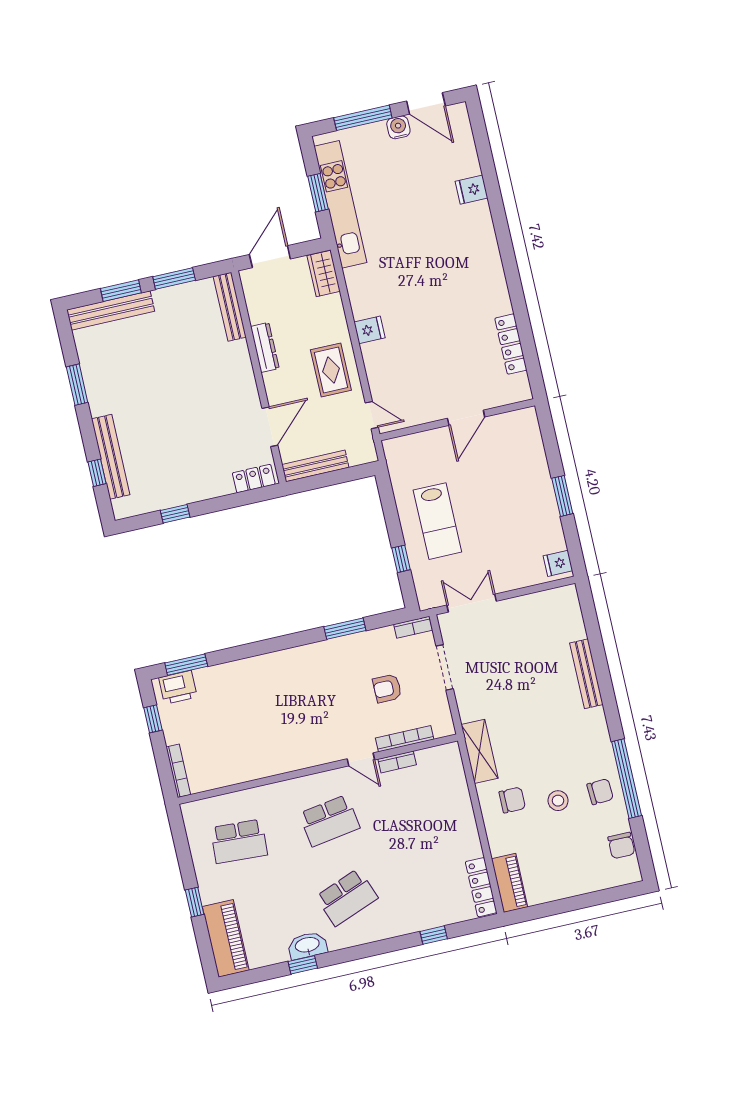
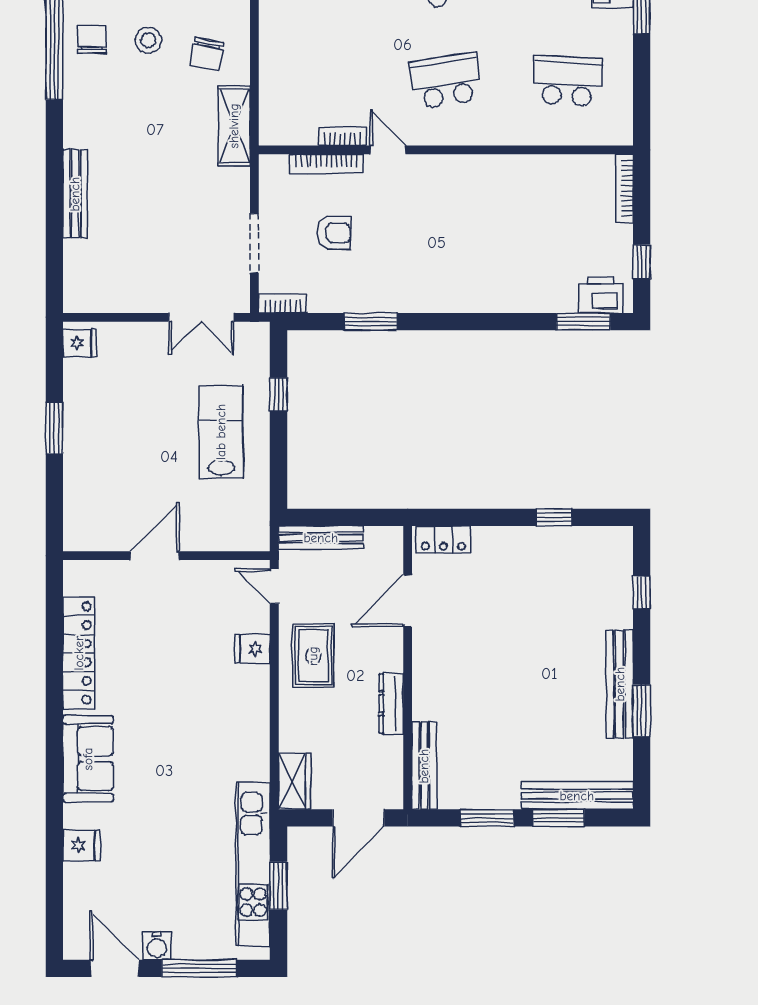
sofa: (481, 255) -> (88, 759), added
fridge: (369, 330) -> (252, 649), moved
locker: (511, 344) -> (79, 653), width x1.41, depth x1.21
bench: (111, 457) -> (620, 684), moved
bench: (315, 466) -> (321, 538), moved
chair: (600, 792) -> (92, 39), turned 93
chair: (512, 800) -> (207, 54), turned -79

